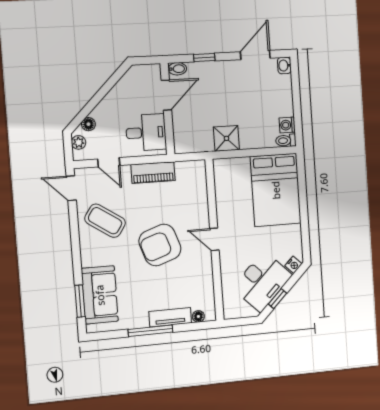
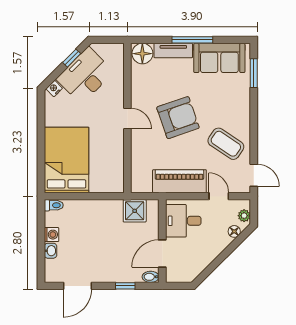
washbasin: (284, 66) -> (50, 251), moved
washing machine: (287, 125) -> (51, 235), moved
shower: (226, 138) -> (135, 211), moved
piano: (153, 173) -> (179, 181), width x1.37, depth x1.33
sofa: (100, 295) -> (219, 58), moved, turned -90
floor lamp: (198, 316) -> (142, 54), width x1.89, depth x1.89

